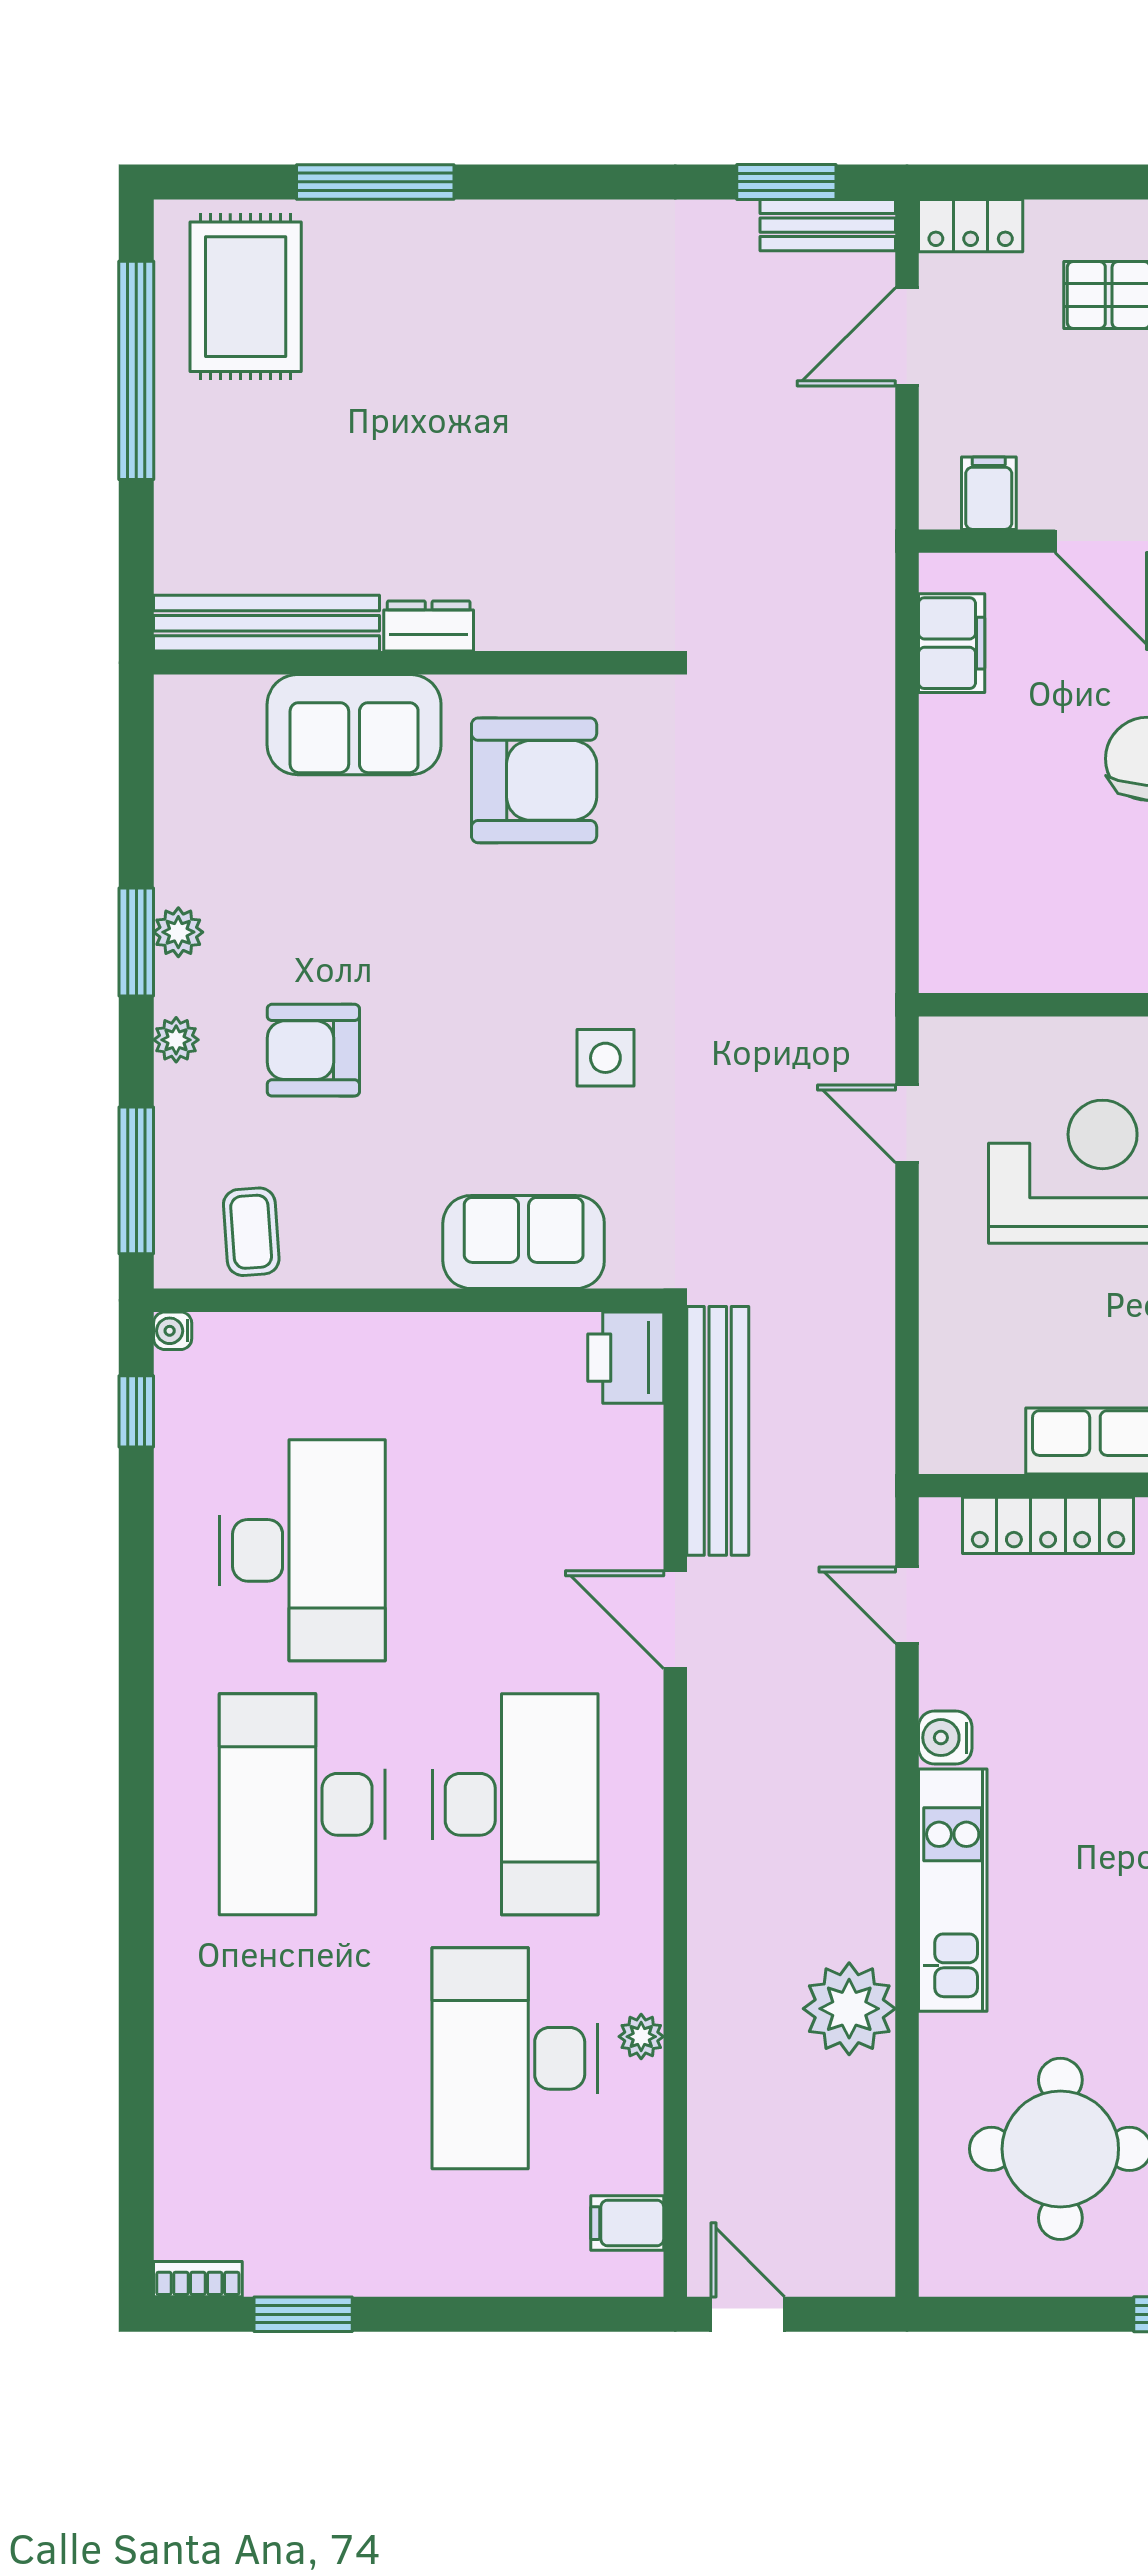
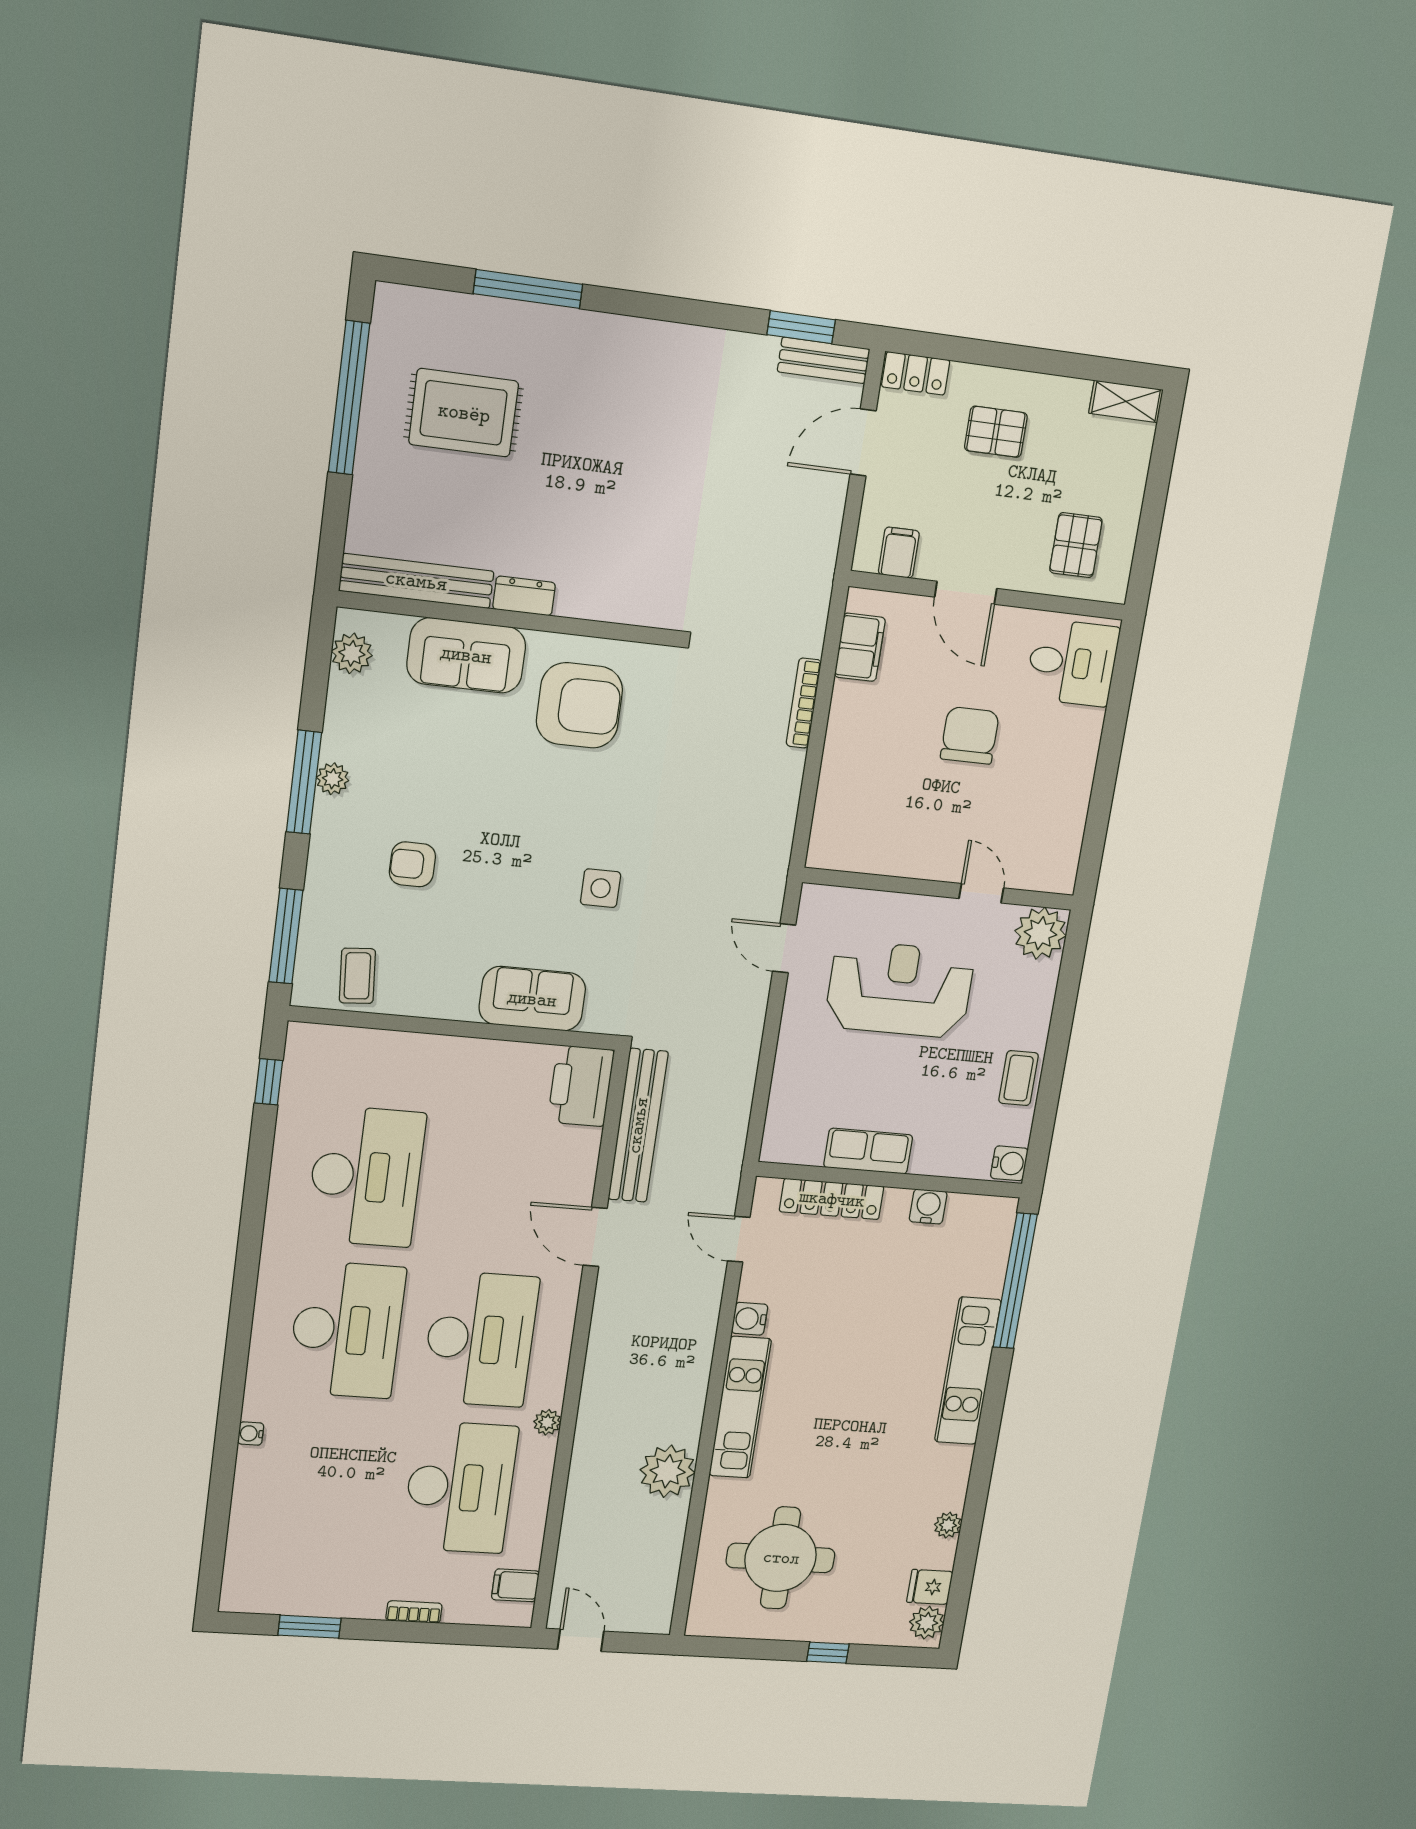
rug: (246, 297) -> (464, 413), moved, turned 90
bookcase: (878, 738) -> (804, 703), added
window: (136, 942) -> (304, 782), width x1.44
plant: (176, 1040) -> (352, 653), moved, width x1.38, depth x1.38
armchair: (313, 1050) -> (412, 864), width x0.72, depth x0.72
water cooler: (173, 1331) -> (251, 1433), moved
printer: (626, 1358) -> (581, 1086), width x1.37, depth x1.19
desk: (302, 1804) -> (346, 1330), turned 180
plant: (641, 2037) -> (547, 1422), moved
desk: (515, 2058) -> (460, 1487), turned 180
bookcase: (198, 2279) -> (414, 1612), moved

